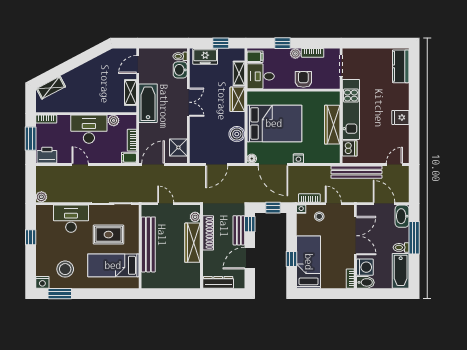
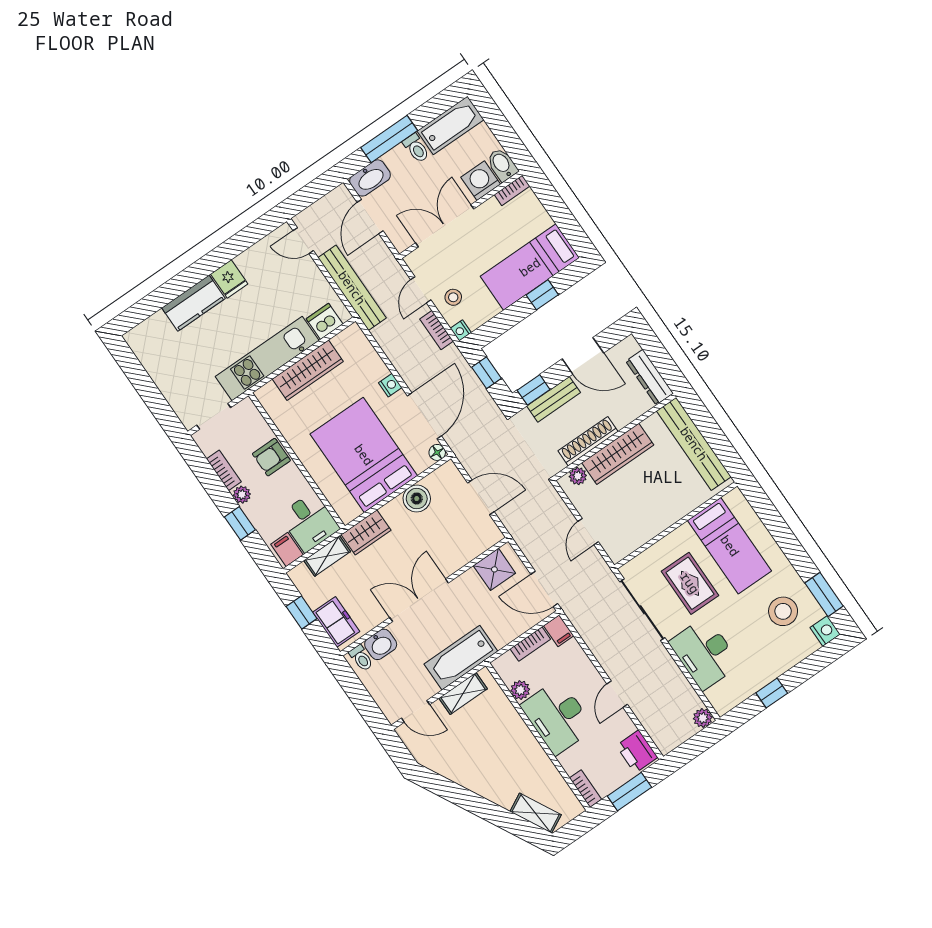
kitchen counter: (401, 66) -> (193, 303), moved
double door: (188, 102) -> (419, 600), width x1.37
bench: (148, 244) -> (694, 444), moved, turned 90

